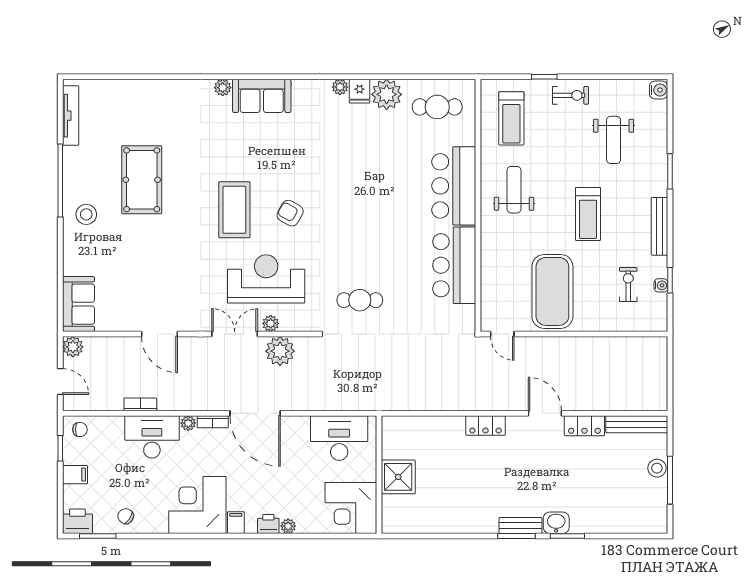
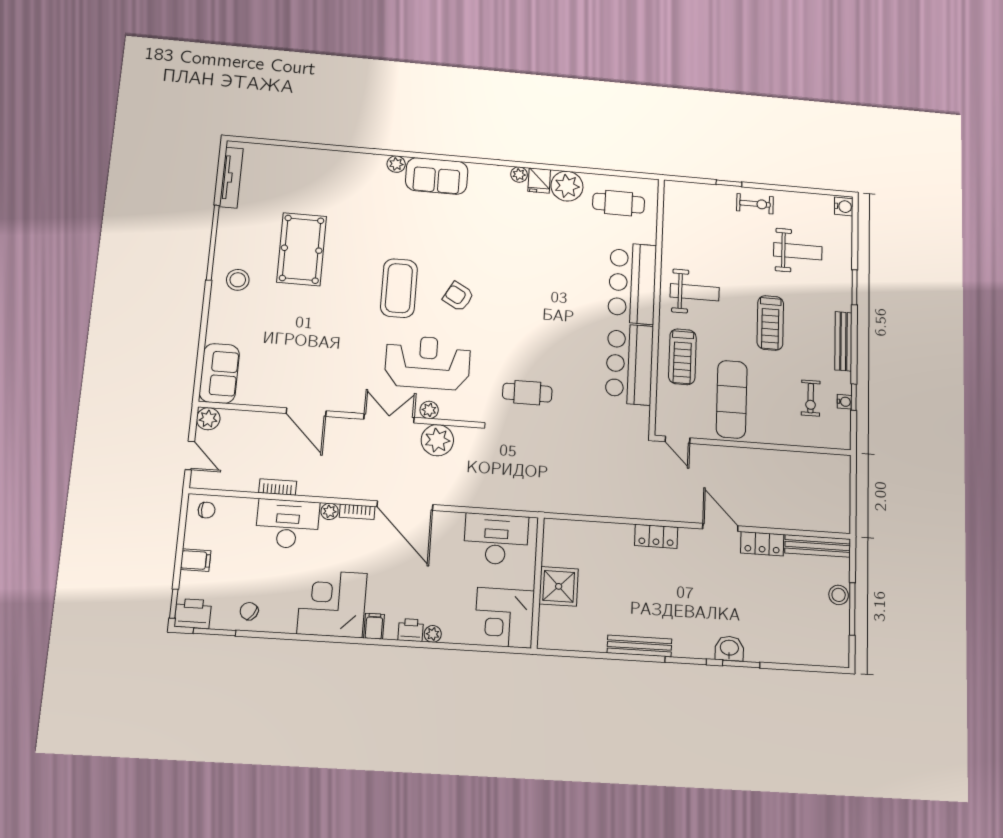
treadmill: (511, 118) -> (682, 357), moved
weight bench: (614, 140) -> (798, 251), turned -90
weight bench: (514, 190) -> (695, 292), turned 90
exercise bike: (628, 284) -> (811, 398), turned 180
exercise mat: (552, 291) -> (732, 399), width x0.68
window: (60, 448) -> (174, 604), moved
bench: (520, 526) -> (639, 646), moved, width x1.36

